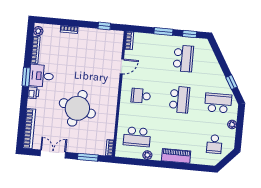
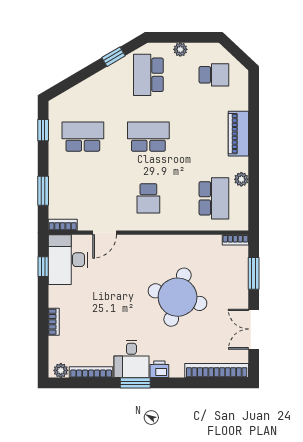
window: (163, 32) -> (43, 191), moved
desk: (107, 42) -> (68, 260), added
door: (122, 66) -> (105, 233), swing flipped

